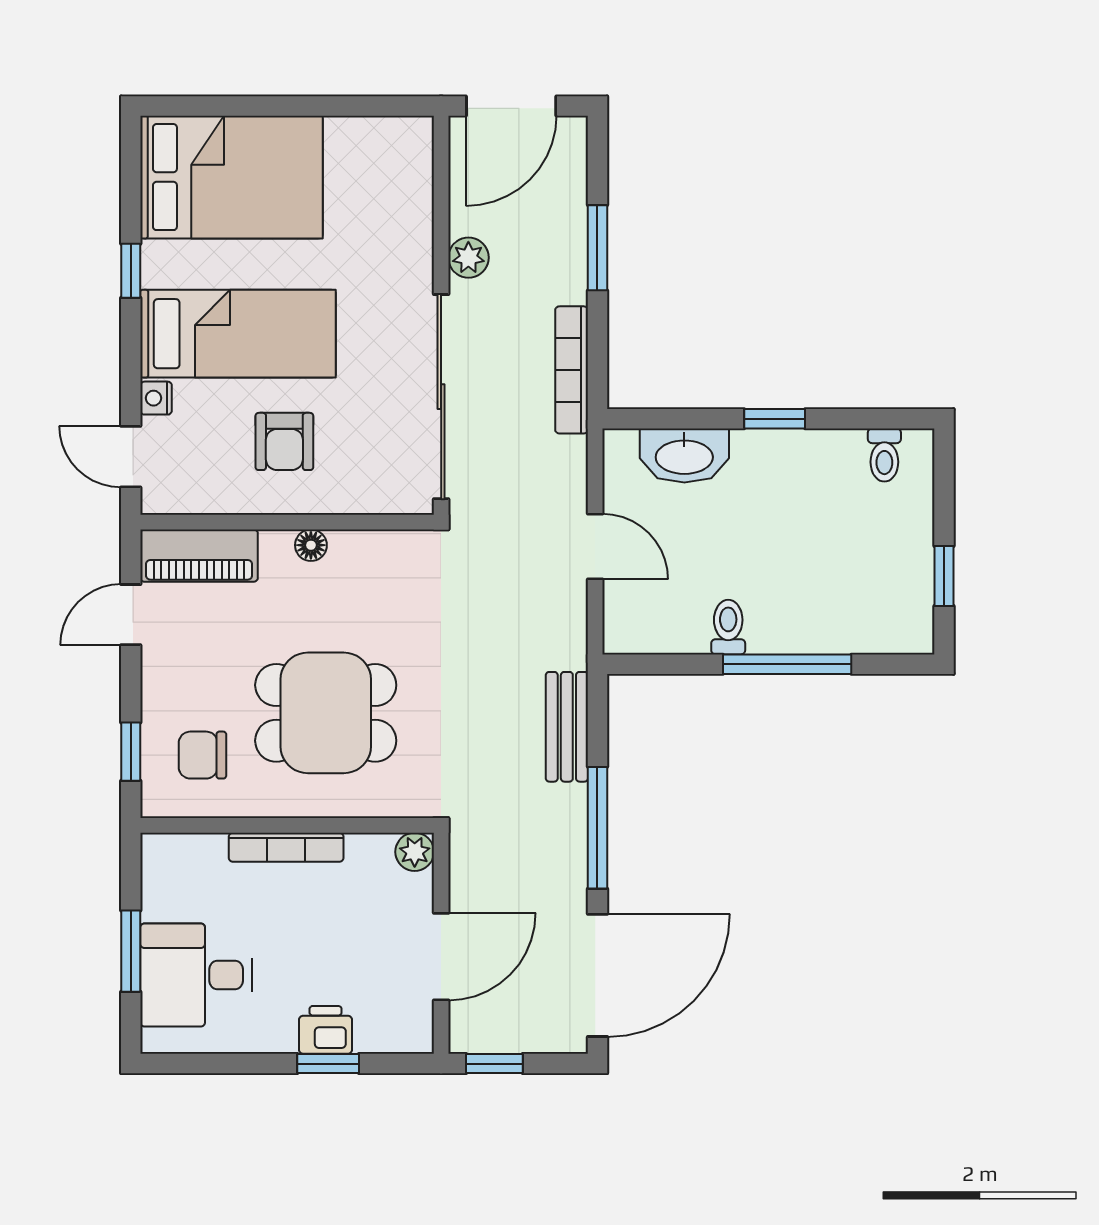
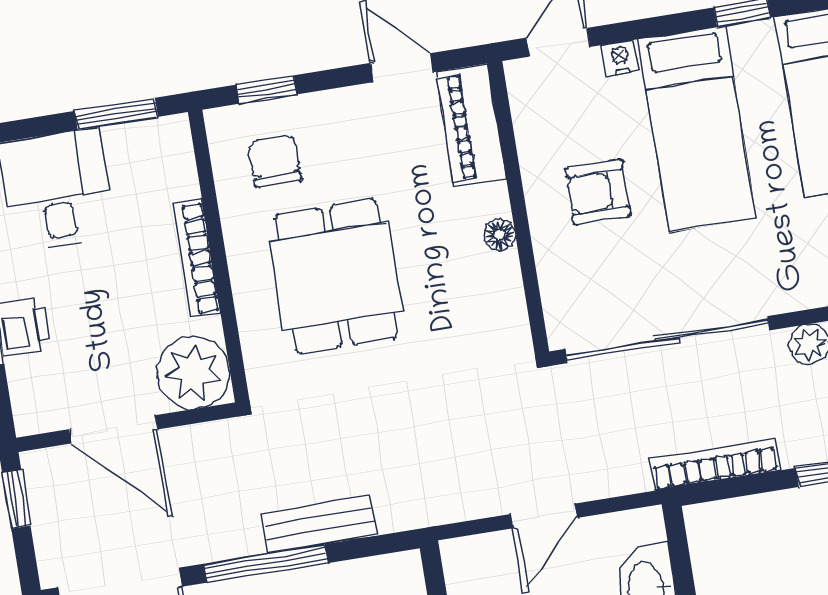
bench: (567, 727) -> (319, 524), moved
plant: (415, 852) -> (194, 372), width x1.87, depth x1.87
window: (131, 951) -> (116, 114), moved

